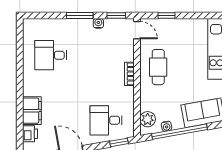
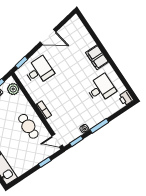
filing cabinet: (32, 111) -> (97, 57), moved
printer: (30, 134) -> (126, 98), moved

